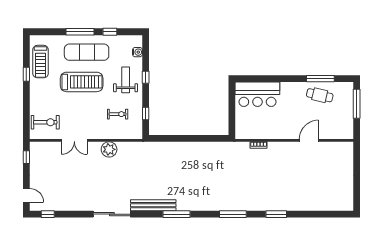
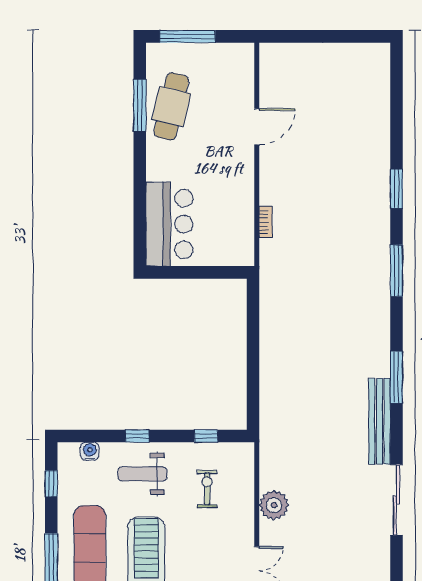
window: (110, 32) -> (51, 484), moved
cafe table: (320, 95) -> (171, 106), width x1.37, depth x1.35
door: (309, 140) -> (257, 127), swing flipped

